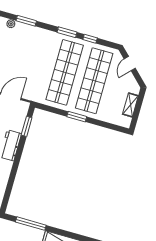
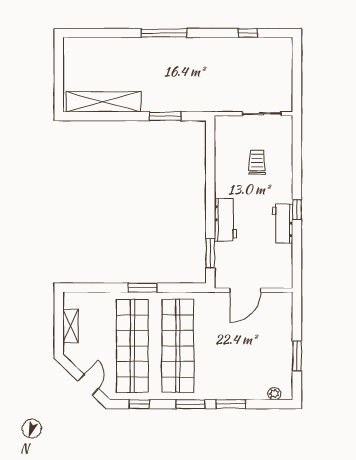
window: (26, 21) -> (231, 404), moved
window: (90, 39) -> (139, 404), moved
window: (31, 224) -> (165, 116), width x0.69

